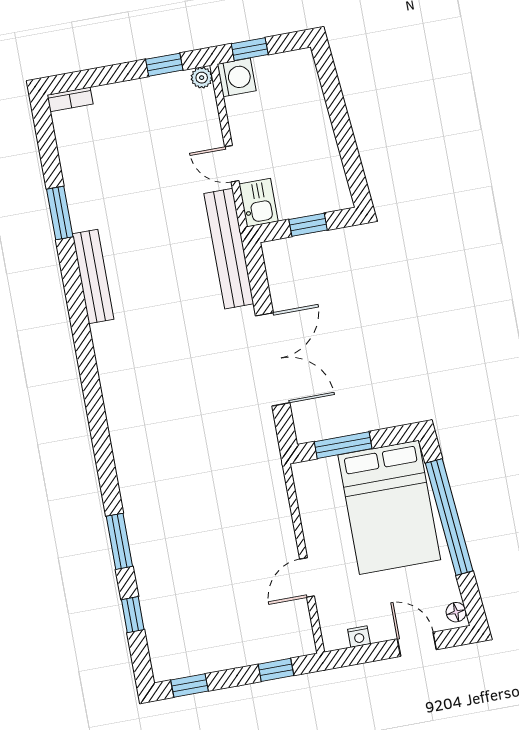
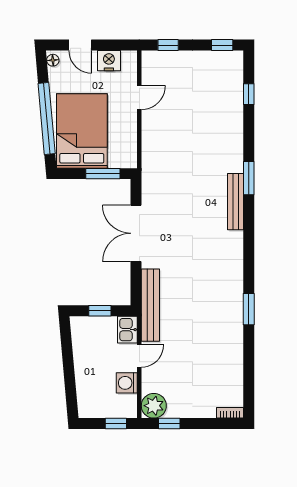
washing machine: (237, 77) -> (127, 383), moved
plant: (202, 78) -> (154, 406), width x1.88, depth x1.88
door: (232, 164) -> (139, 356), hinge flipped
window: (60, 213) -> (249, 309), moved
bench: (93, 276) -> (236, 202), moved
window: (119, 541) -> (249, 178), moved
nightstand: (359, 637) -> (109, 61), width x1.89, depth x1.79

